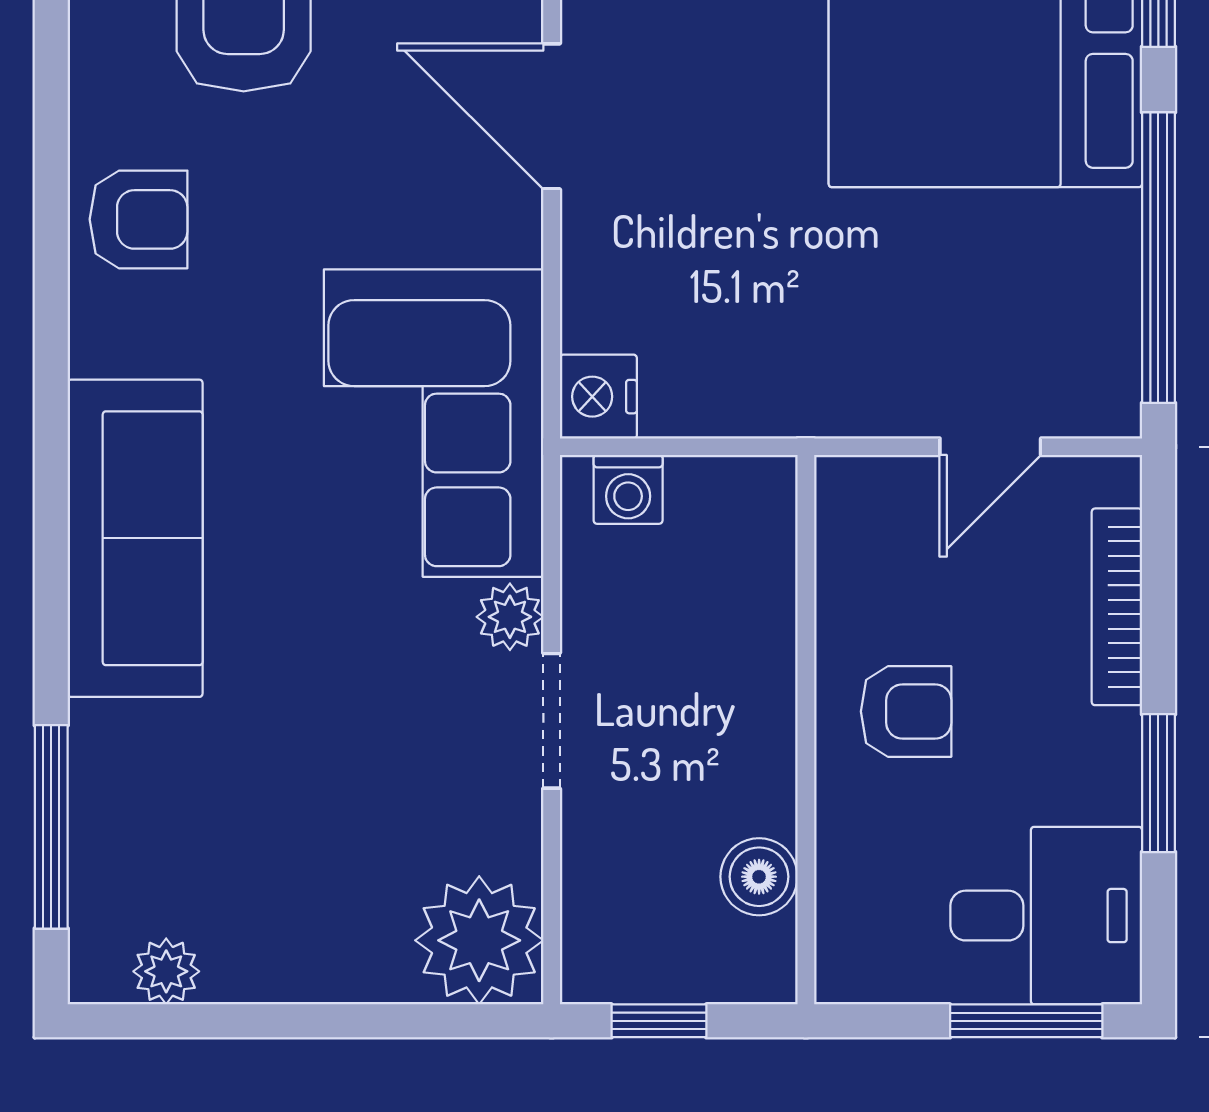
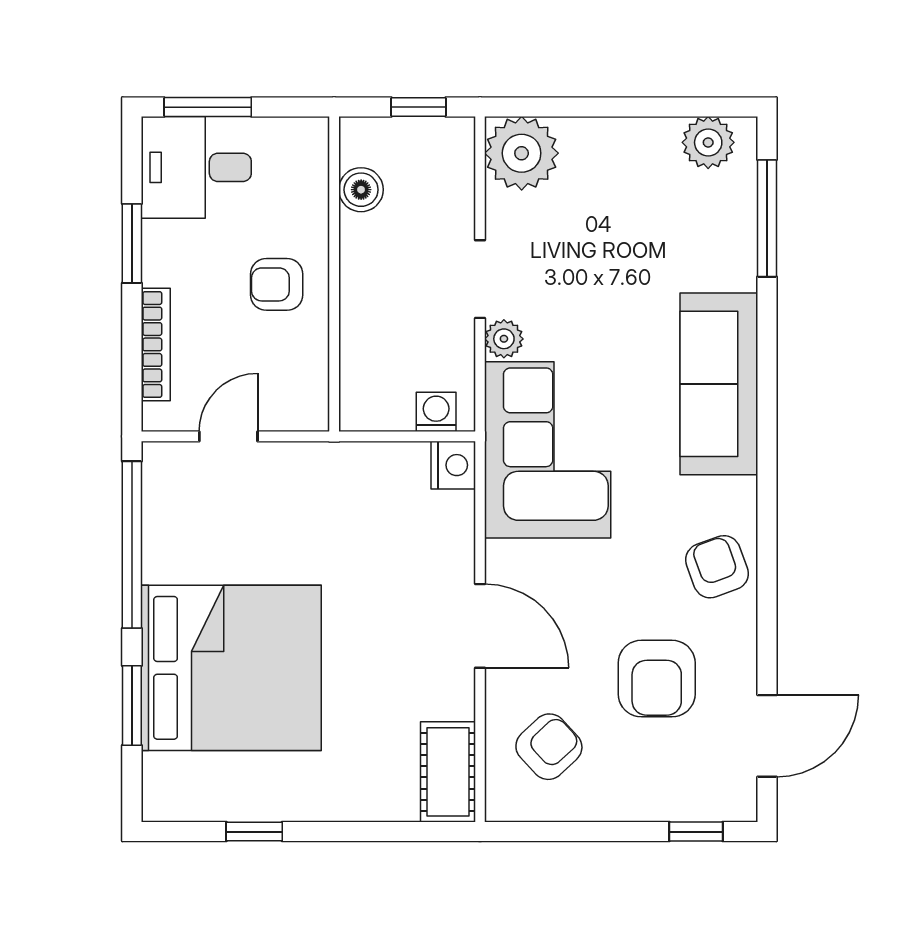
armchair: (139, 219) -> (717, 567), turned 70
plant: (166, 971) -> (708, 142), width x1.38, depth x1.38

